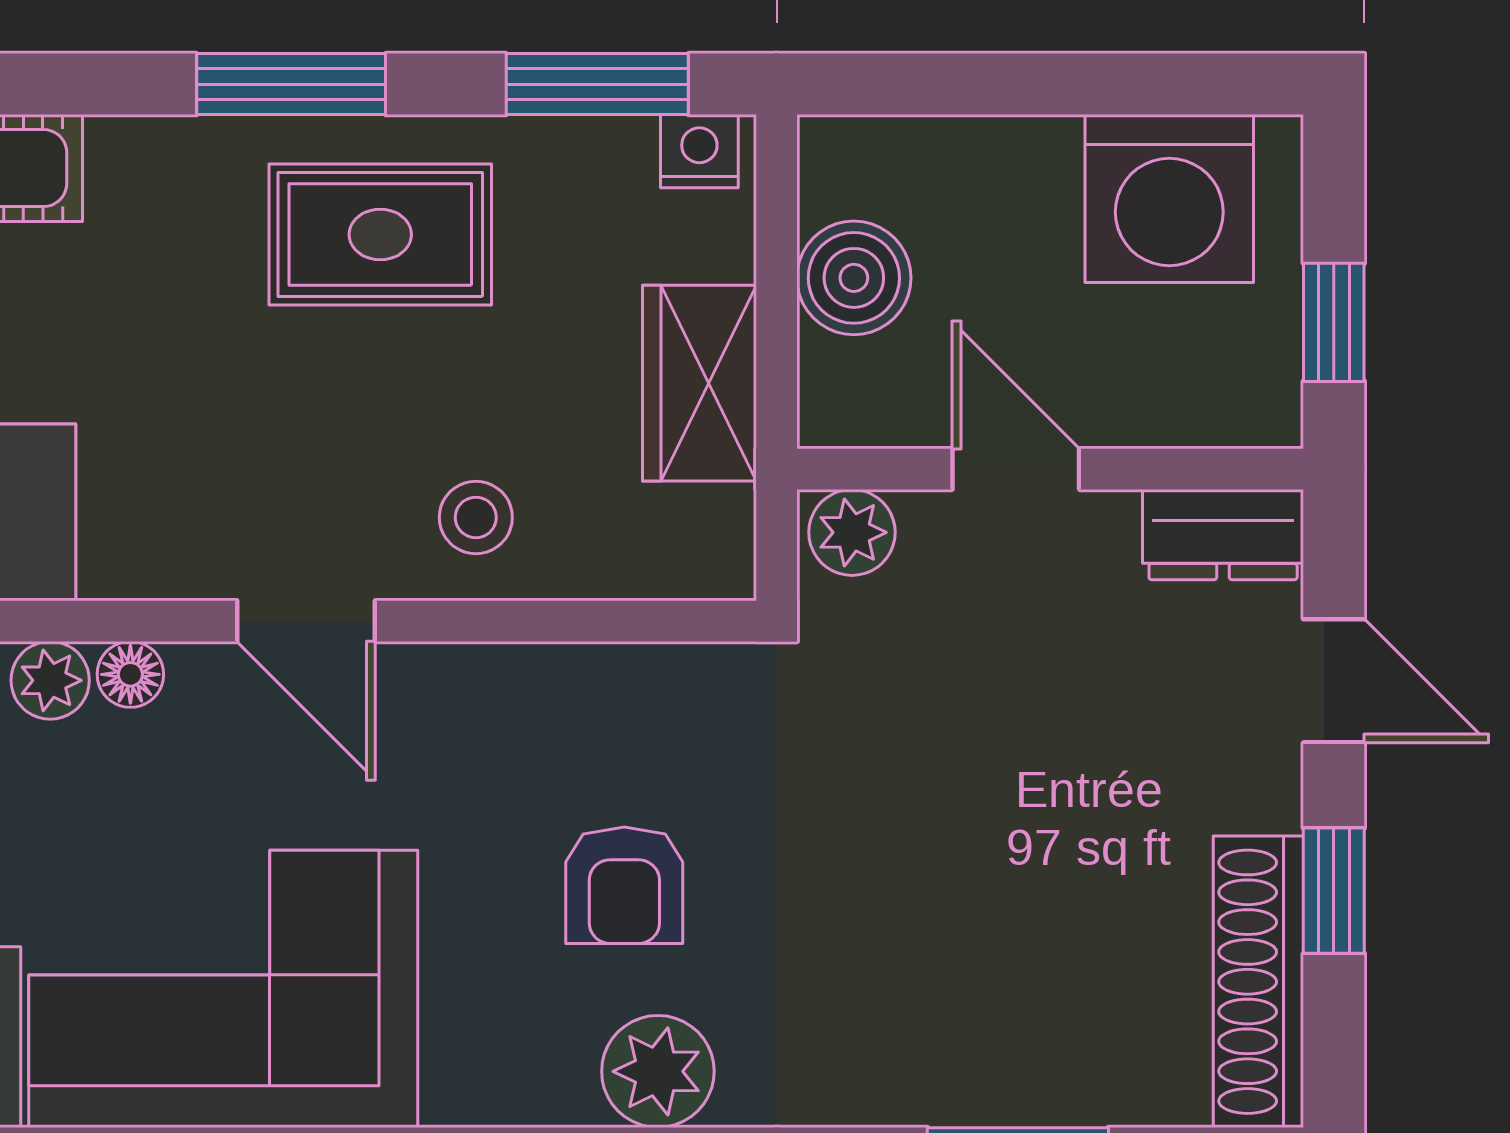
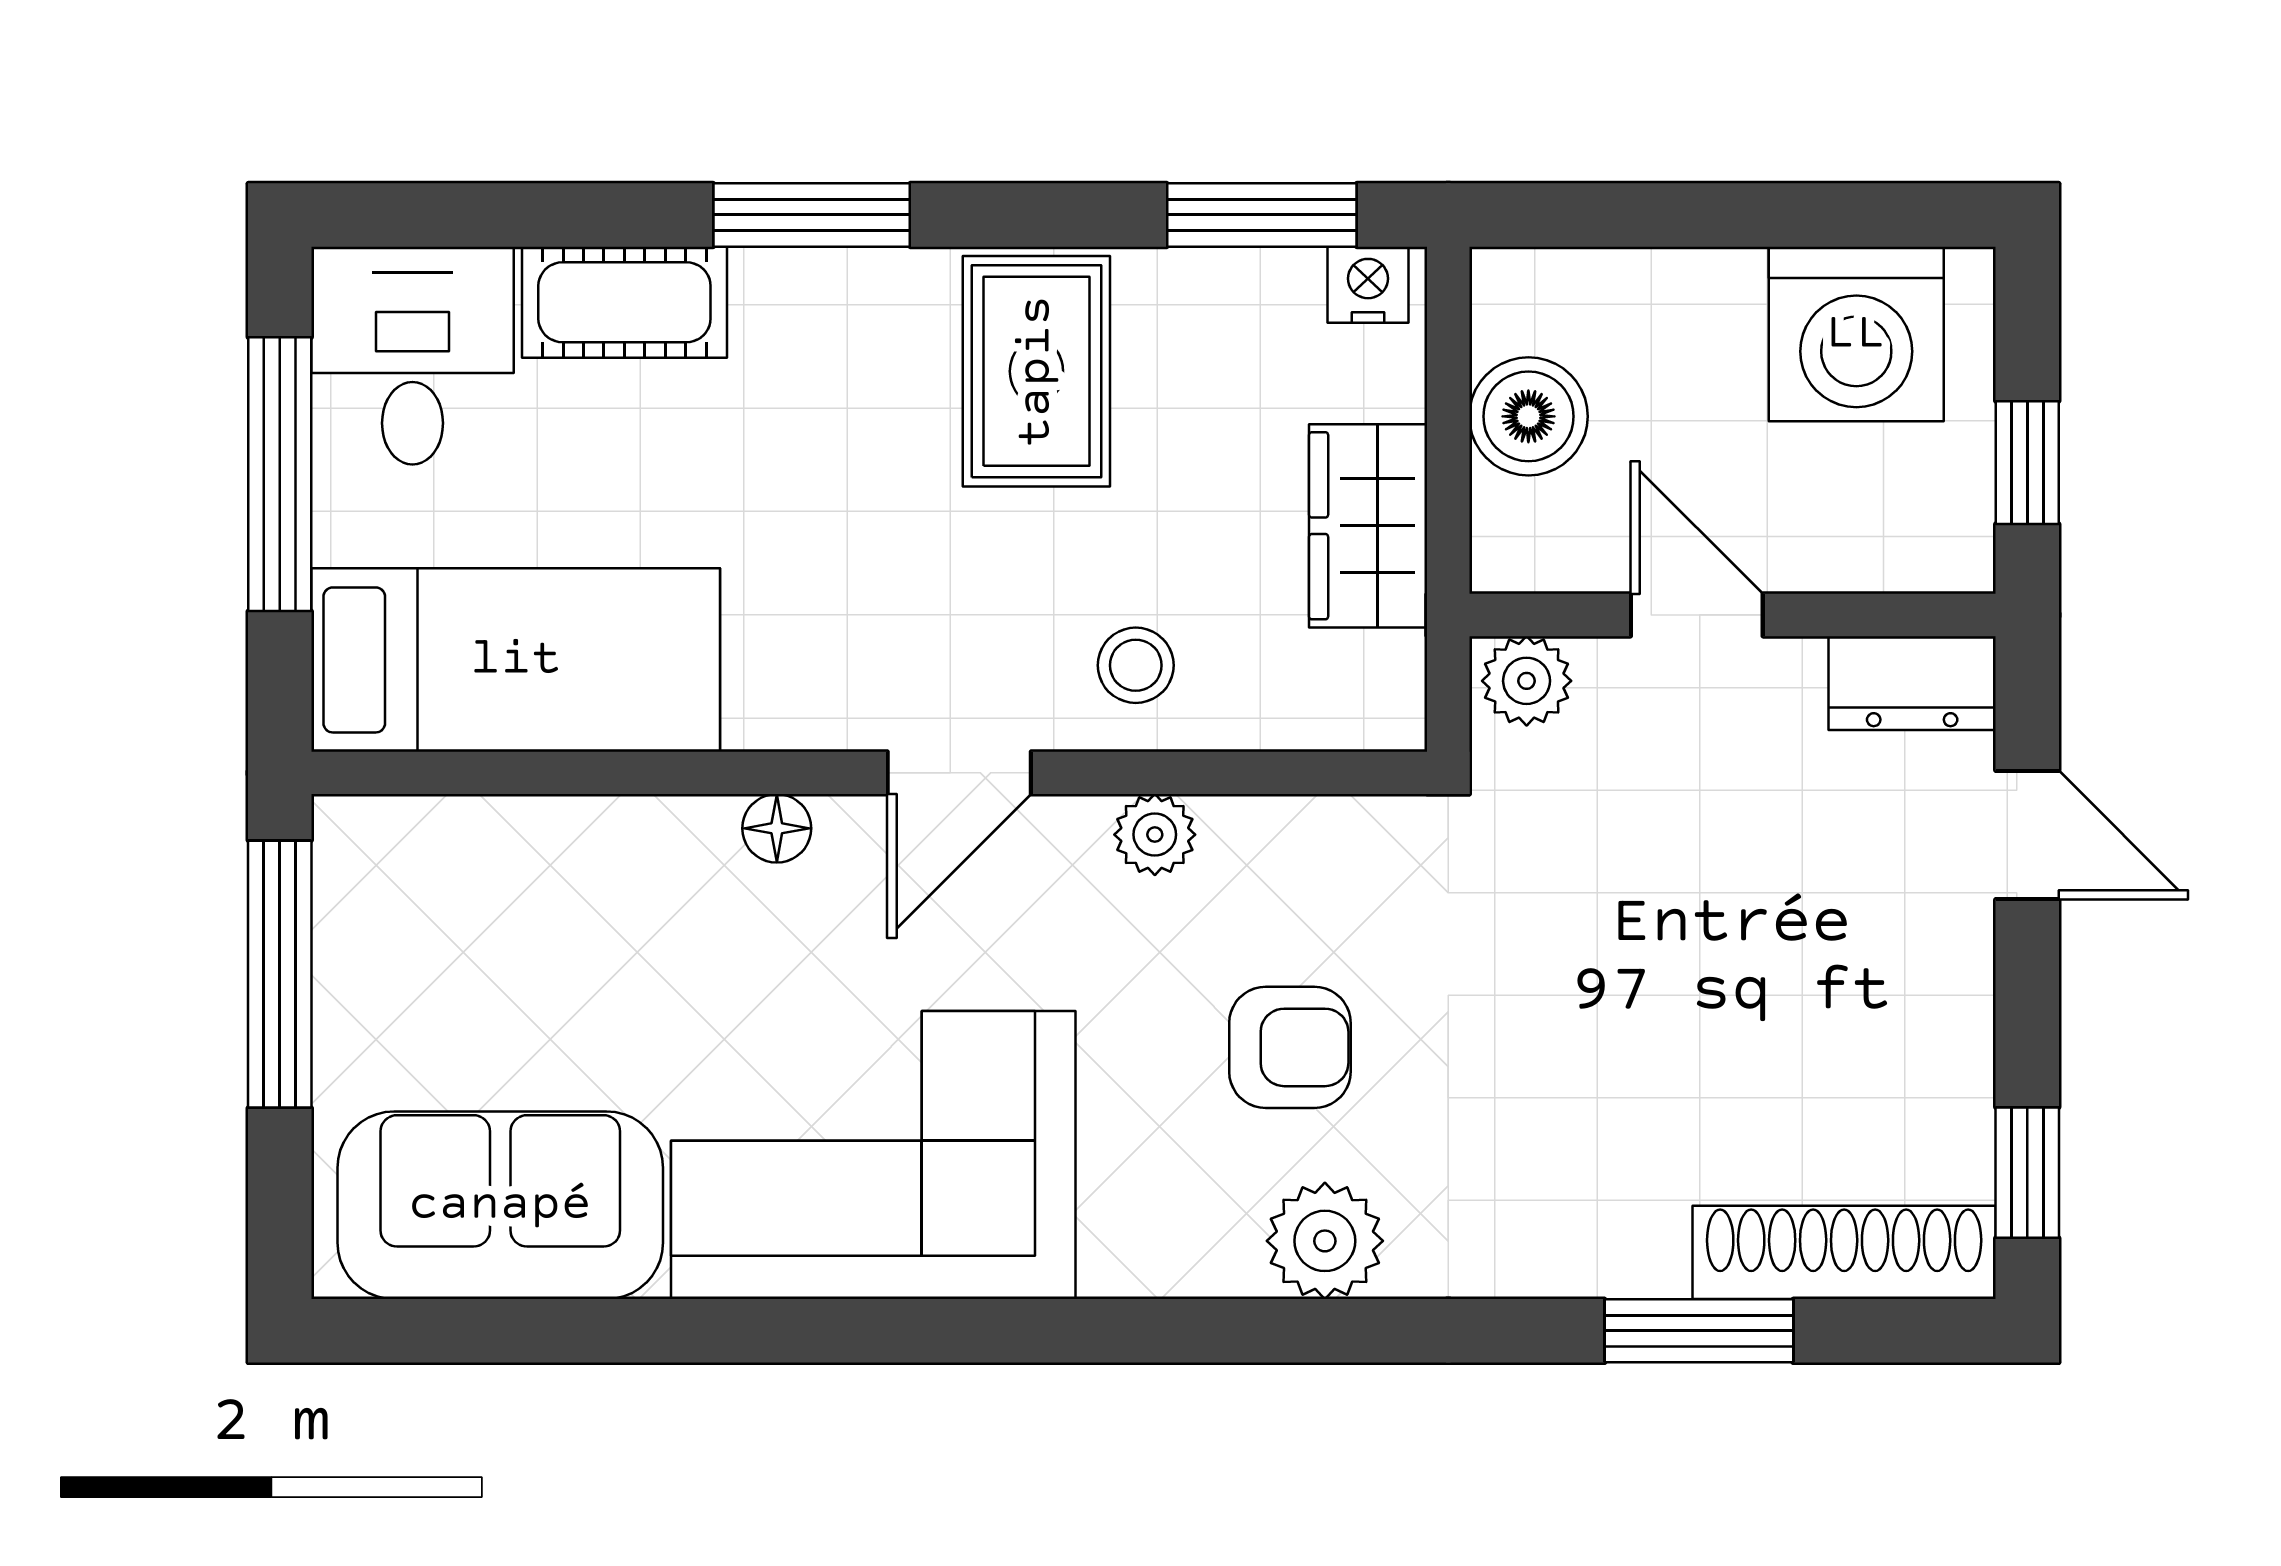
window: (291, 84) -> (812, 215), moved
rug: (380, 235) -> (1036, 371), turned 90
door: (306, 621) -> (959, 773), hinge flipped
plant: (50, 680) -> (1155, 835), moved
armchair: (624, 885) -> (1290, 1047), turned -90
window: (1334, 891) -> (2027, 1173), moved
shoe rack: (1258, 982) -> (1844, 1252), moved, turned 90

